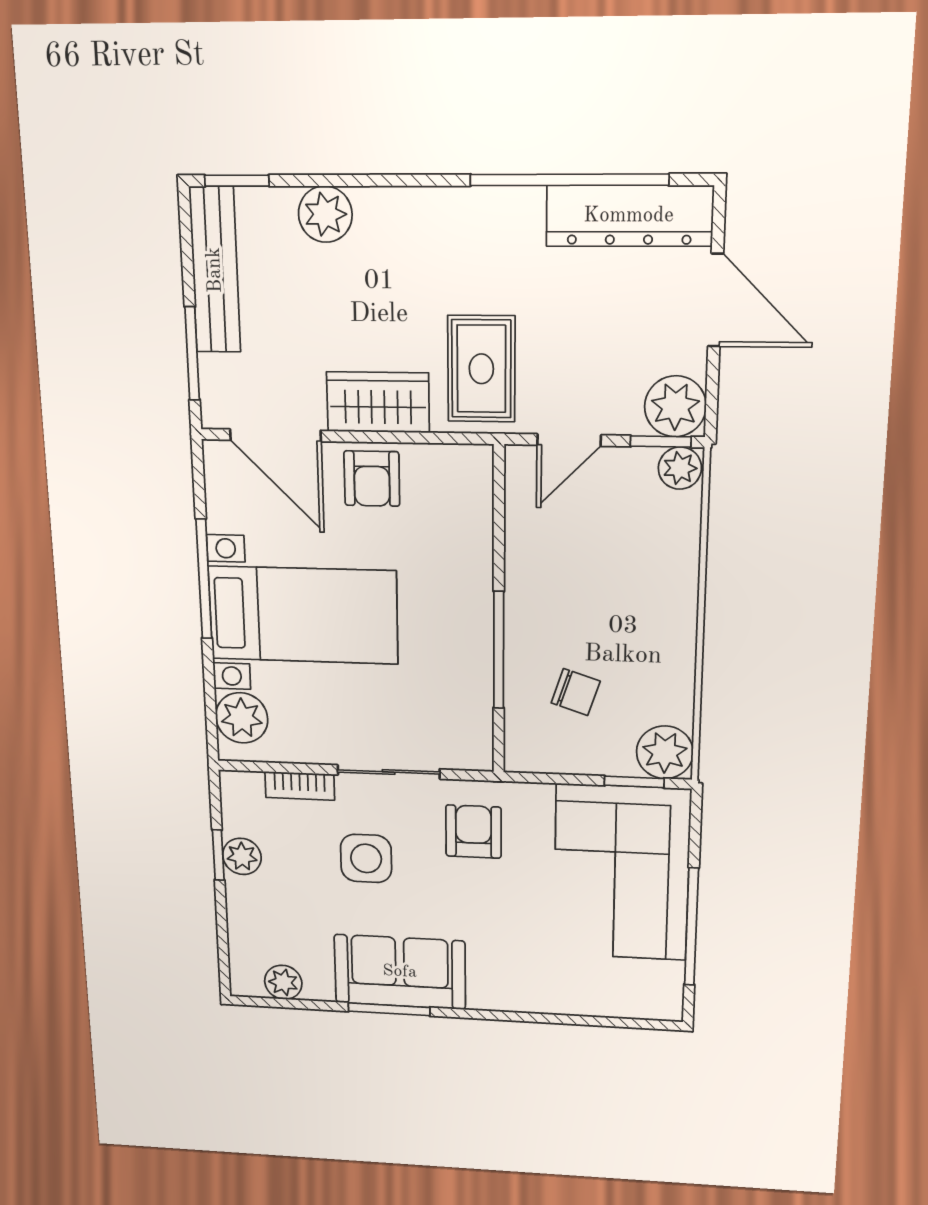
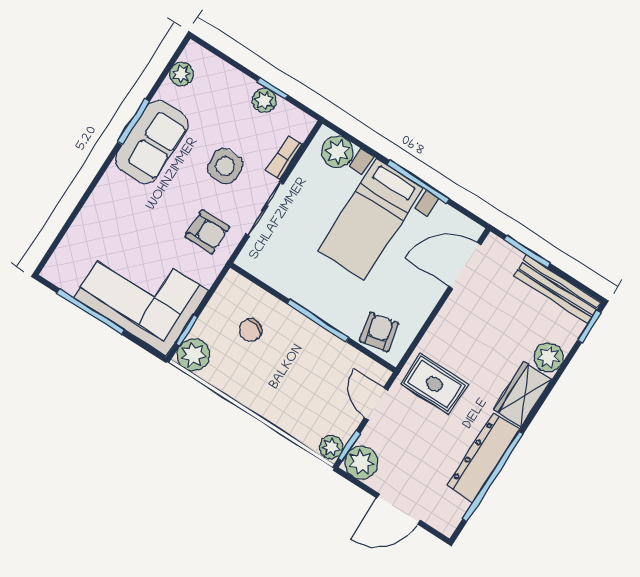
dresser: (629, 216) -> (483, 458), moved
wardrobe: (378, 402) -> (522, 395), moved, turned 180
armchair: (372, 479) -> (379, 332), moved, turned 78
window: (499, 650) -> (318, 321), moved

